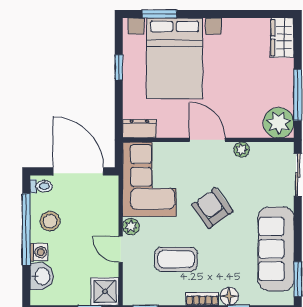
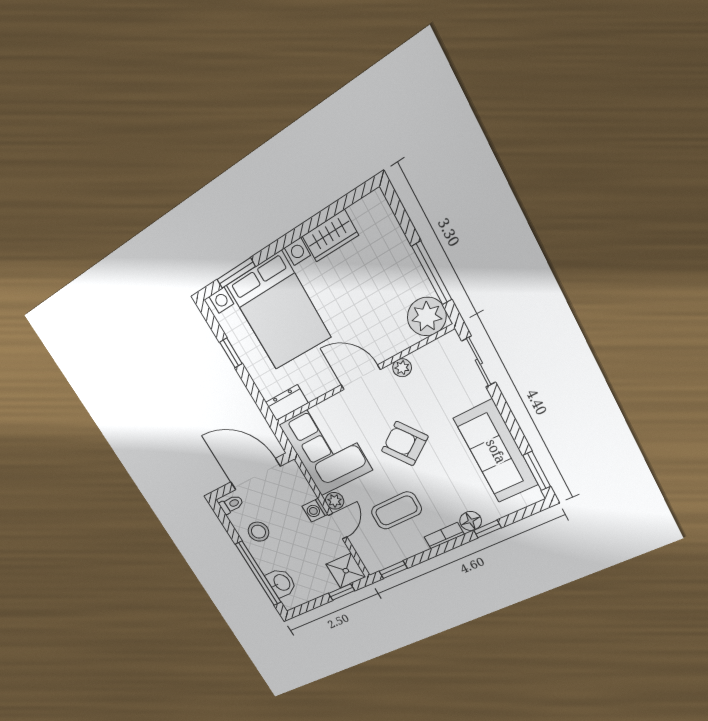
wardrobe: (282, 38) -> (330, 236), moved, turned -90
window: (26, 230) -> (258, 573), moved
door: (121, 249) -> (338, 526), swing flipped
washing machine: (39, 252) -> (315, 510), moved, turned 180

